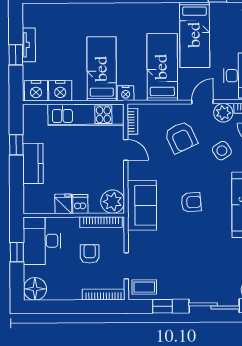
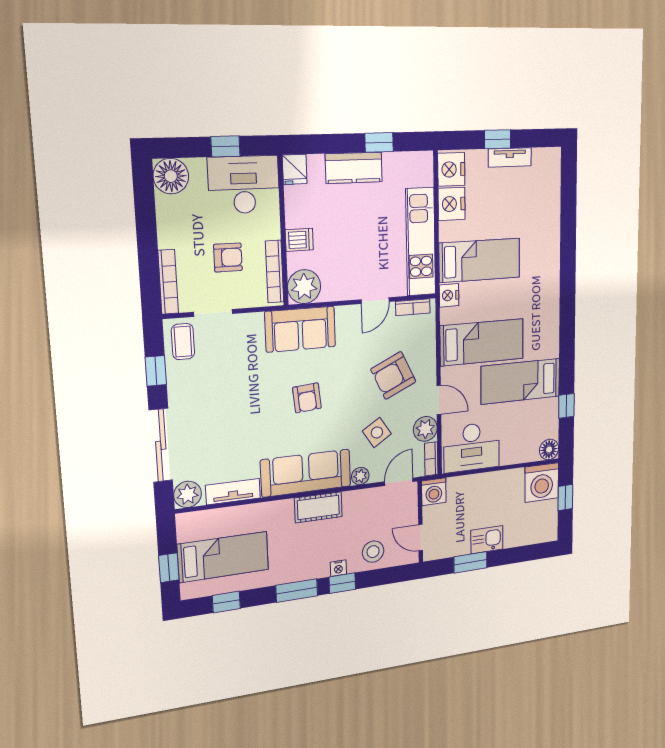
fridge: (63, 204) -> (295, 169), moved, turned 90

